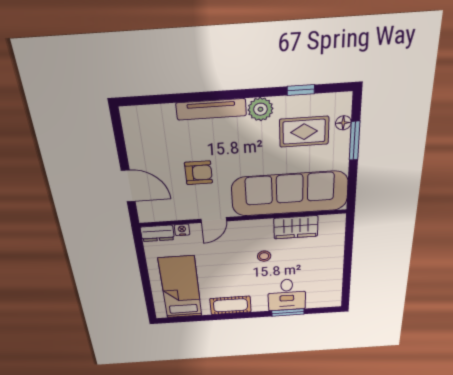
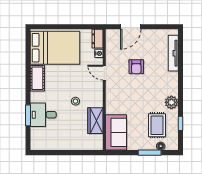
tv unit: (211, 109) -> (173, 53), moved
sofa: (290, 194) -> (116, 132), width x0.54, depth x0.79
bed: (180, 287) -> (55, 48), width x1.50

